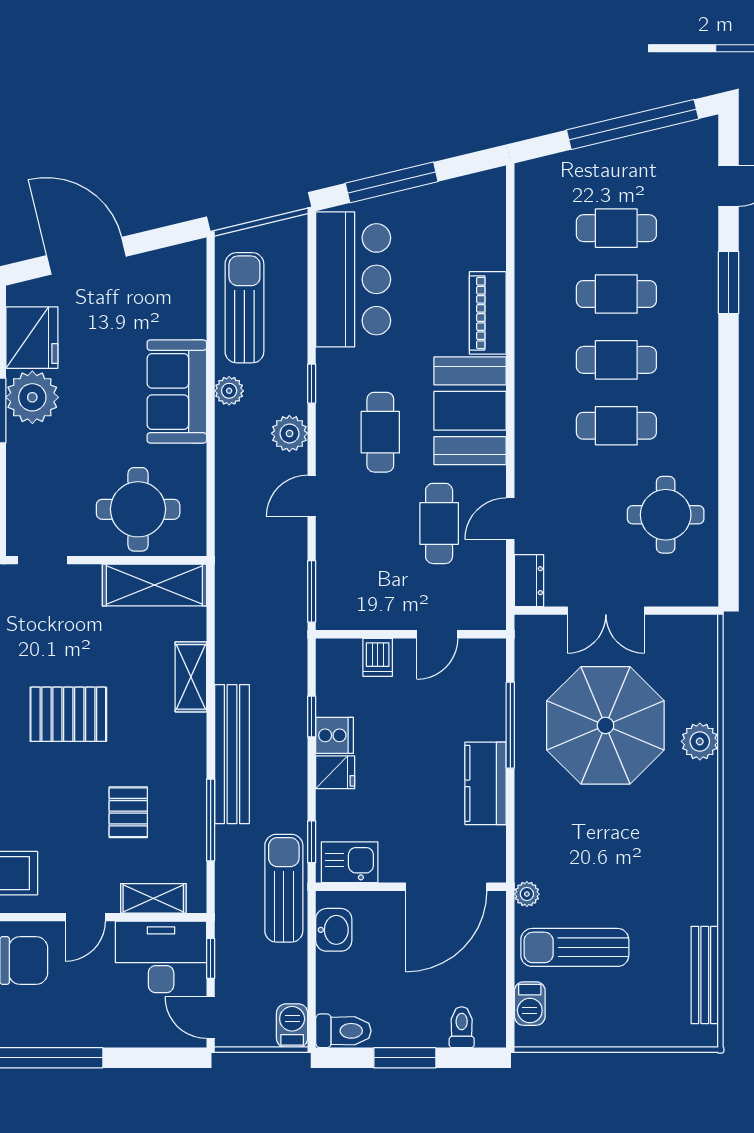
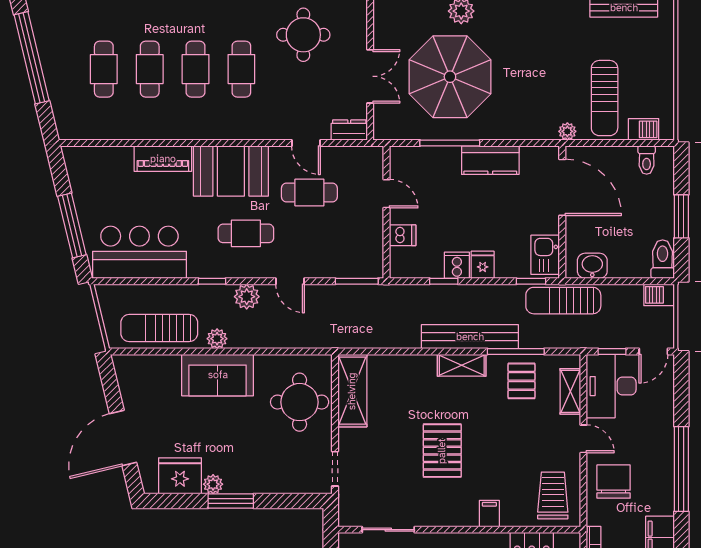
plant: (32, 397) -> (213, 484), width x0.53, depth x0.53
shelving: (191, 677) -> (462, 365), moved
pallet: (128, 812) -> (521, 381), moved, turned 90
toilet: (462, 1027) -> (647, 160), moved, turned -90

